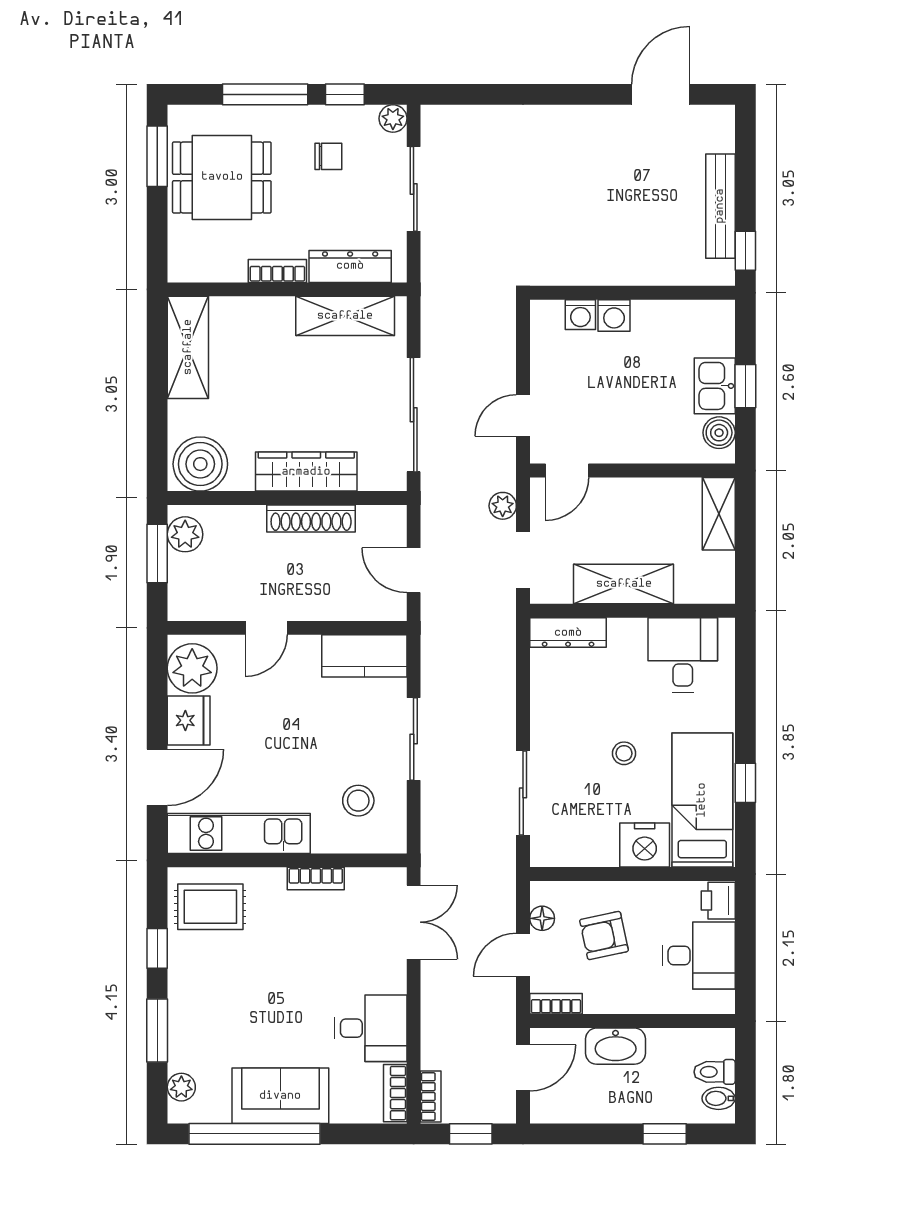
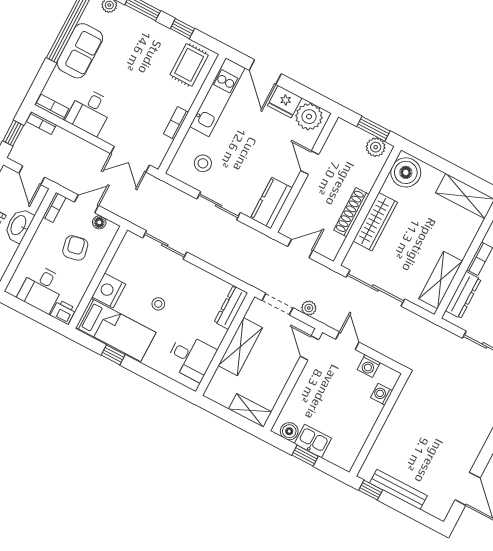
washing machine: (614, 315) -> (369, 366), moved, turned -90
door: (523, 955) -> (86, 204), hinge flipped

